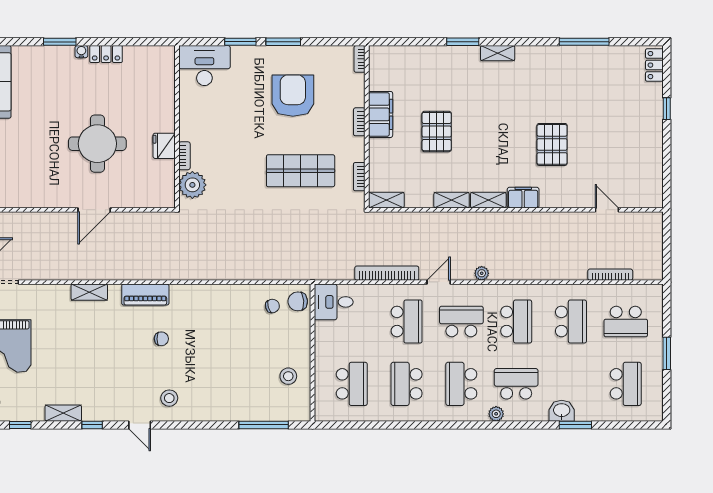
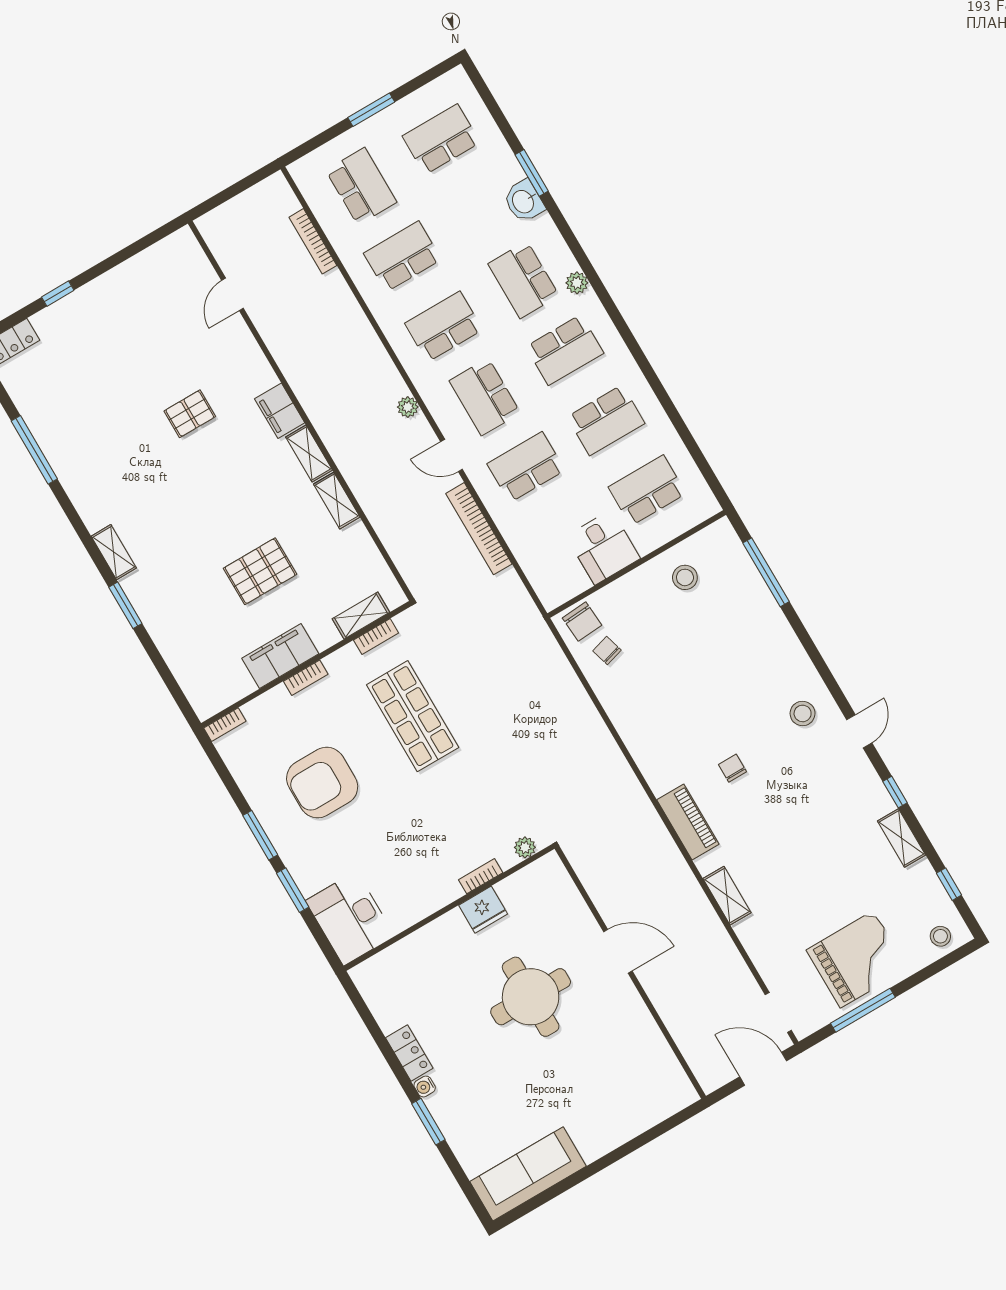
pallet: (552, 144) -> (190, 414), width x0.67, depth x0.71
plant: (192, 185) -> (525, 847), width x0.53, depth x0.53
shelving: (386, 200) -> (361, 616), moved, turned 90
desk: (334, 302) -> (603, 547), moved

